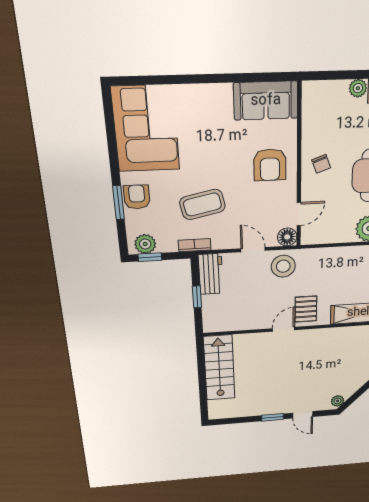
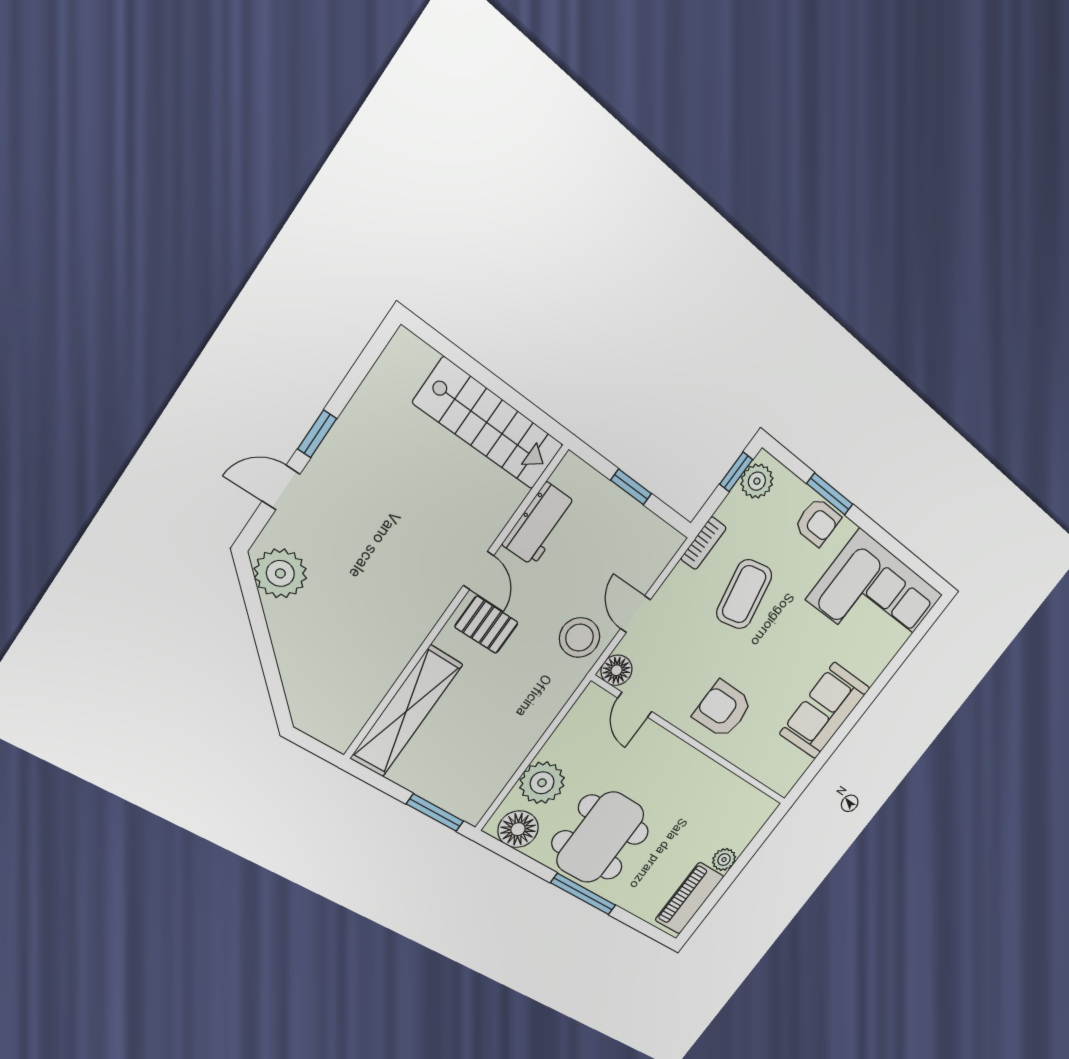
sofa: (266, 101) -> (825, 711), moved
chair: (321, 164) -> (675, 770), removed
door: (253, 250) -> (636, 614), swing flipped
workbench: (211, 274) -> (540, 524), moved, turned -90
plant: (338, 401) -> (280, 573), width x1.88, depth x1.88

